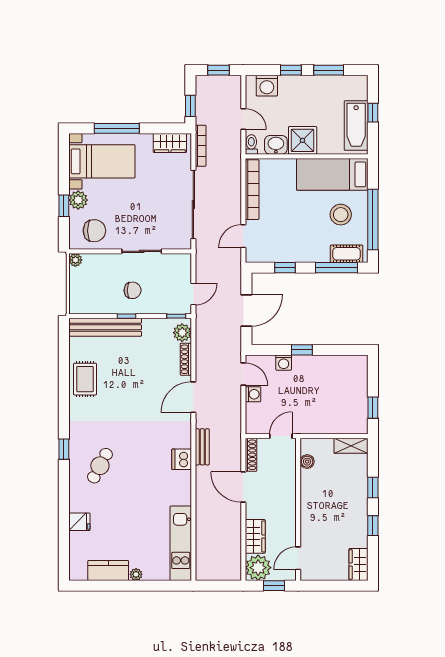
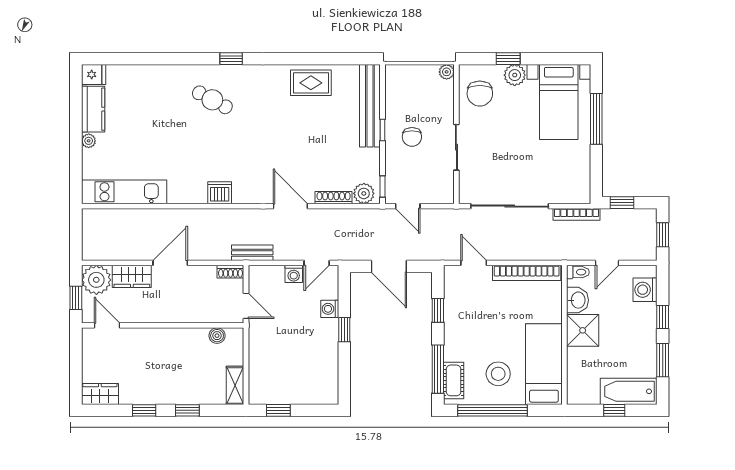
bathtub: (356, 126) -> (629, 391), moved
wardrobe: (170, 143) -> (580, 179), removed
bench: (202, 447) -> (252, 253), moved
shoe rack: (251, 455) -> (230, 272), width x0.70
door: (243, 487) -> (170, 263), moved
fridge: (79, 522) -> (94, 74), moved, turned -90

